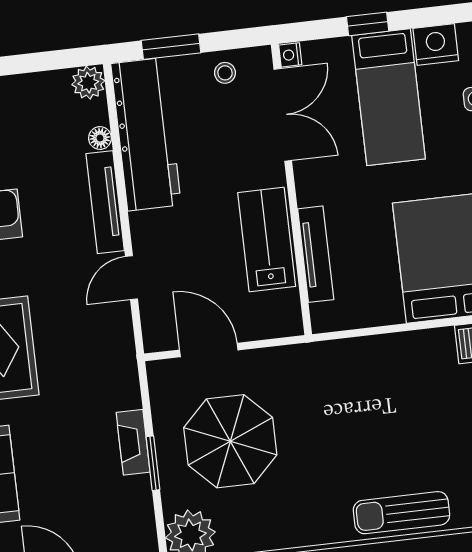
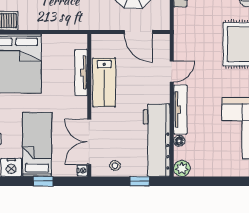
window: (171, 47) -> (140, 181), width x0.67

